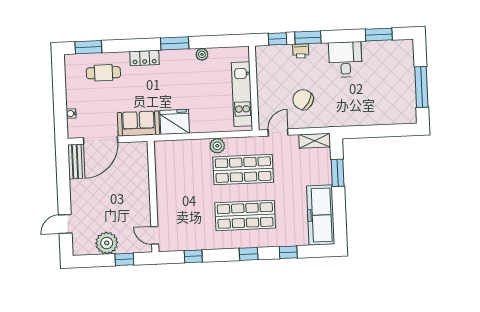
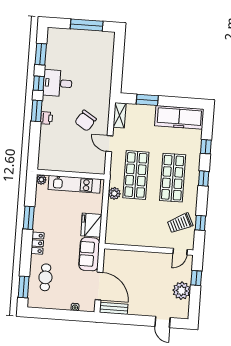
window: (277, 39) -> (39, 83), moved
plant: (202, 54) -> (41, 180), moved
wall: (254, 88) -> (71, 174), moved
kitchen unit: (242, 94) -> (74, 184), moved
trolley: (190, 231) -> (180, 223), added

